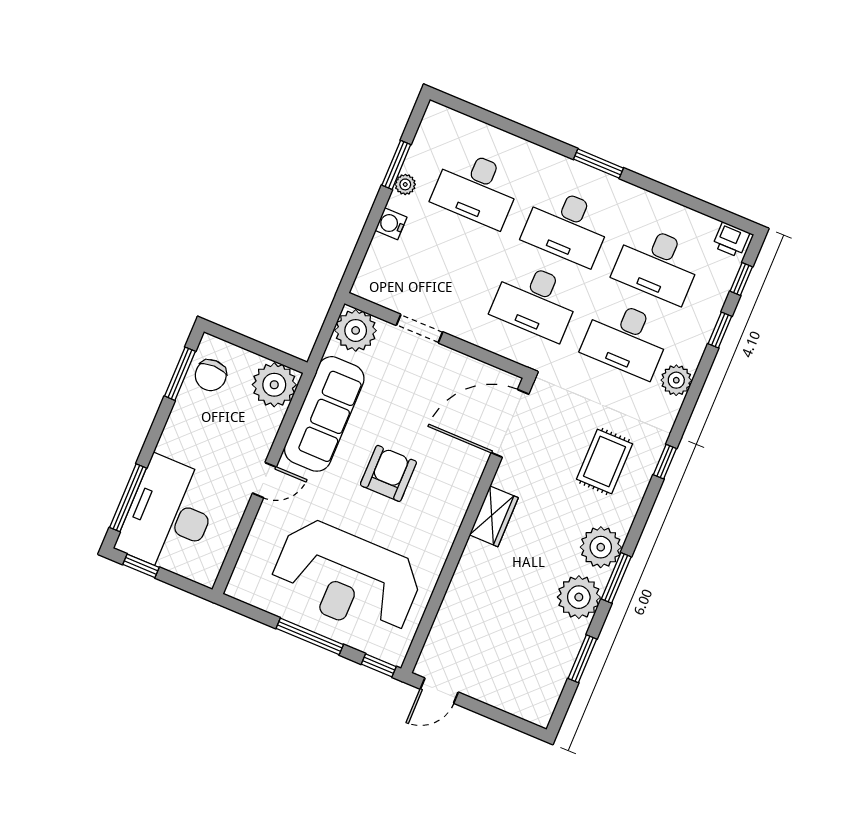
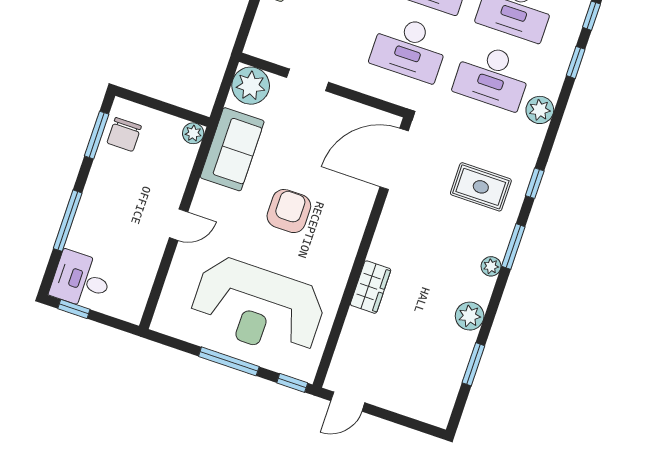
plant: (274, 385) -> (193, 133), width x0.53, depth x0.53
sofa: (324, 414) -> (232, 149), width x0.73
rug: (605, 461) -> (481, 187), turned 90
window: (128, 498) -> (68, 221), moved
desk: (169, 515) -> (81, 280), width x0.53, depth x0.77
wardrobe: (494, 516) -> (371, 287), moved
plant: (601, 547) -> (491, 266), width x0.53, depth x0.53
window: (616, 578) -> (513, 246), moved
plant: (579, 597) -> (470, 316), width x0.73, depth x0.73

